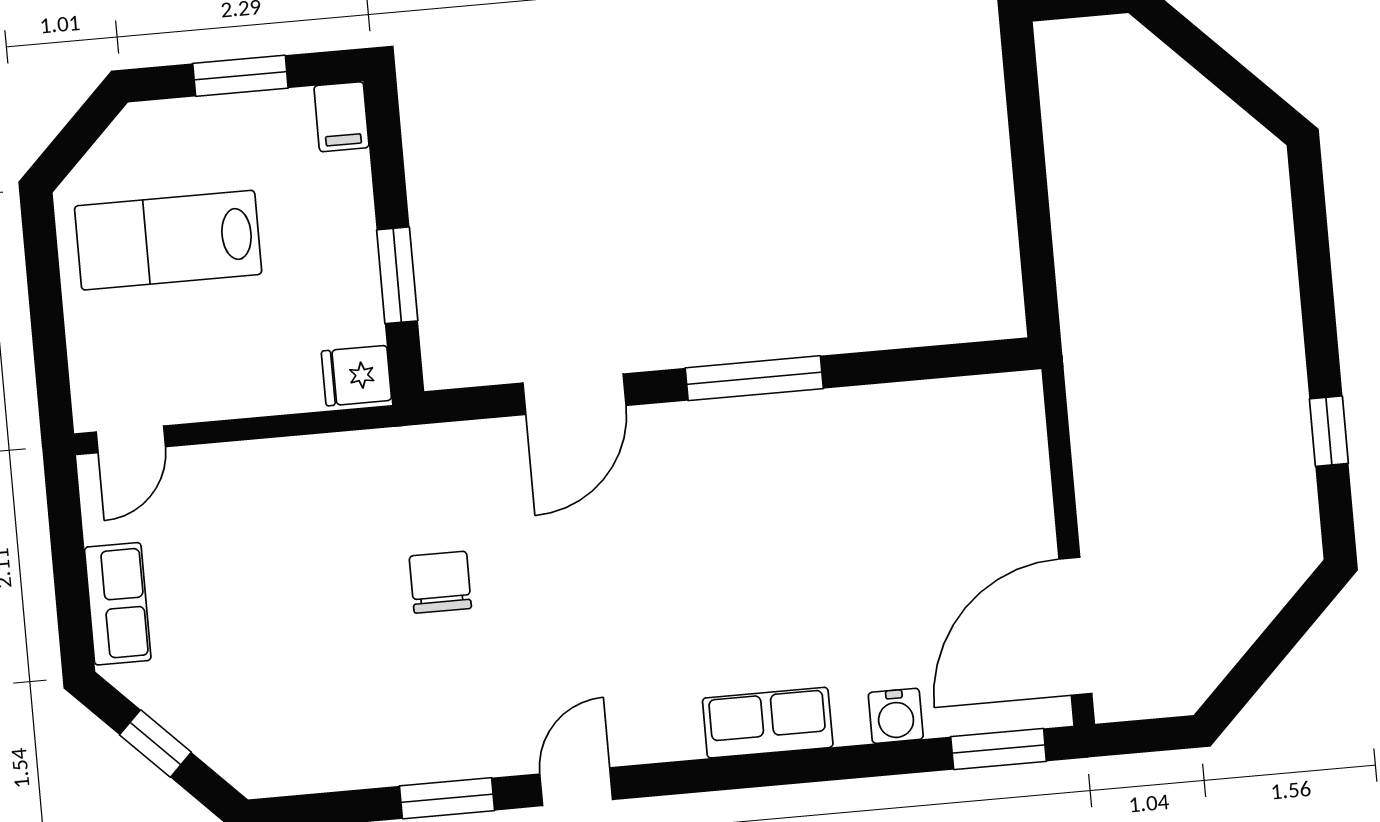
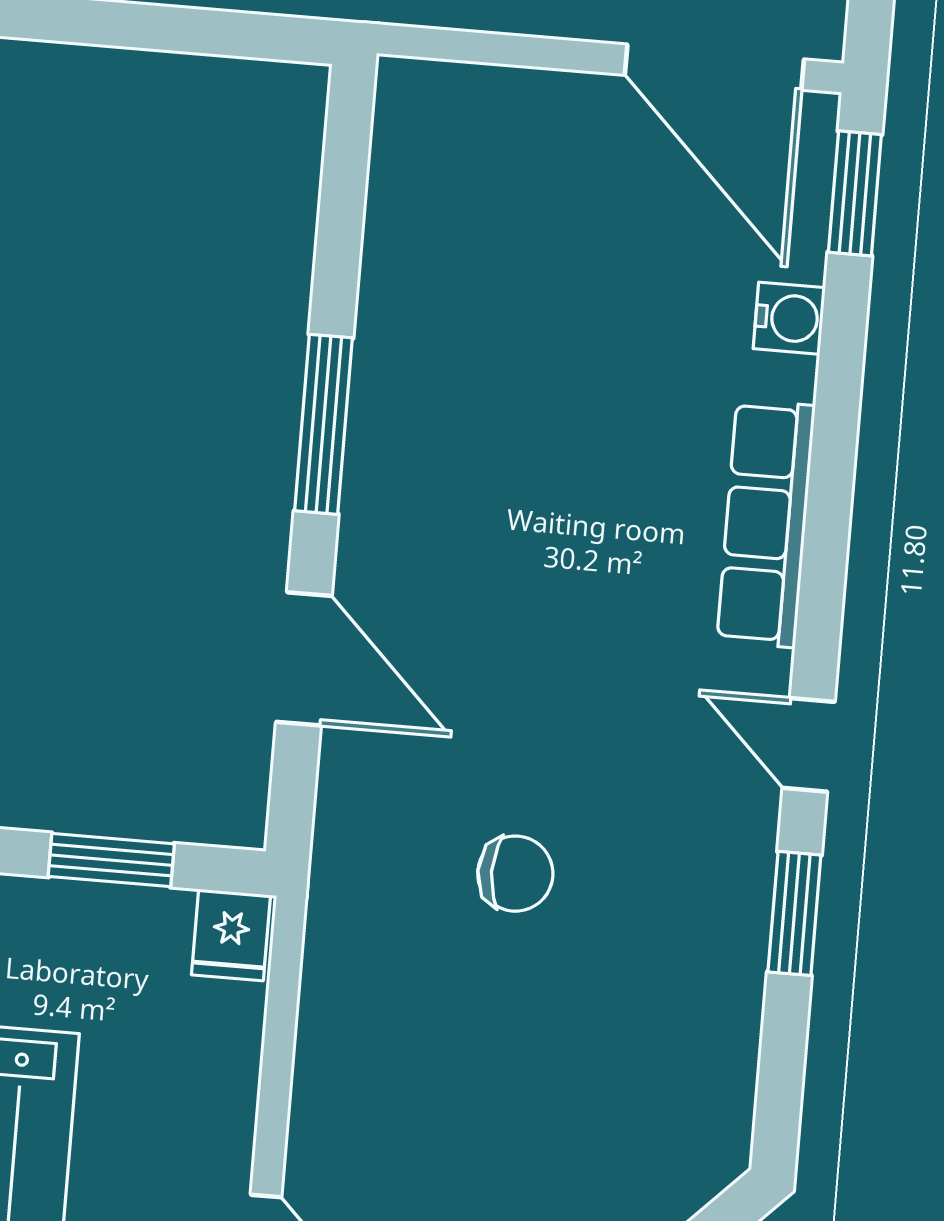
chair: (440, 582) -> (515, 874), turned 180
row of seats: (768, 723) -> (766, 524), width x1.48

